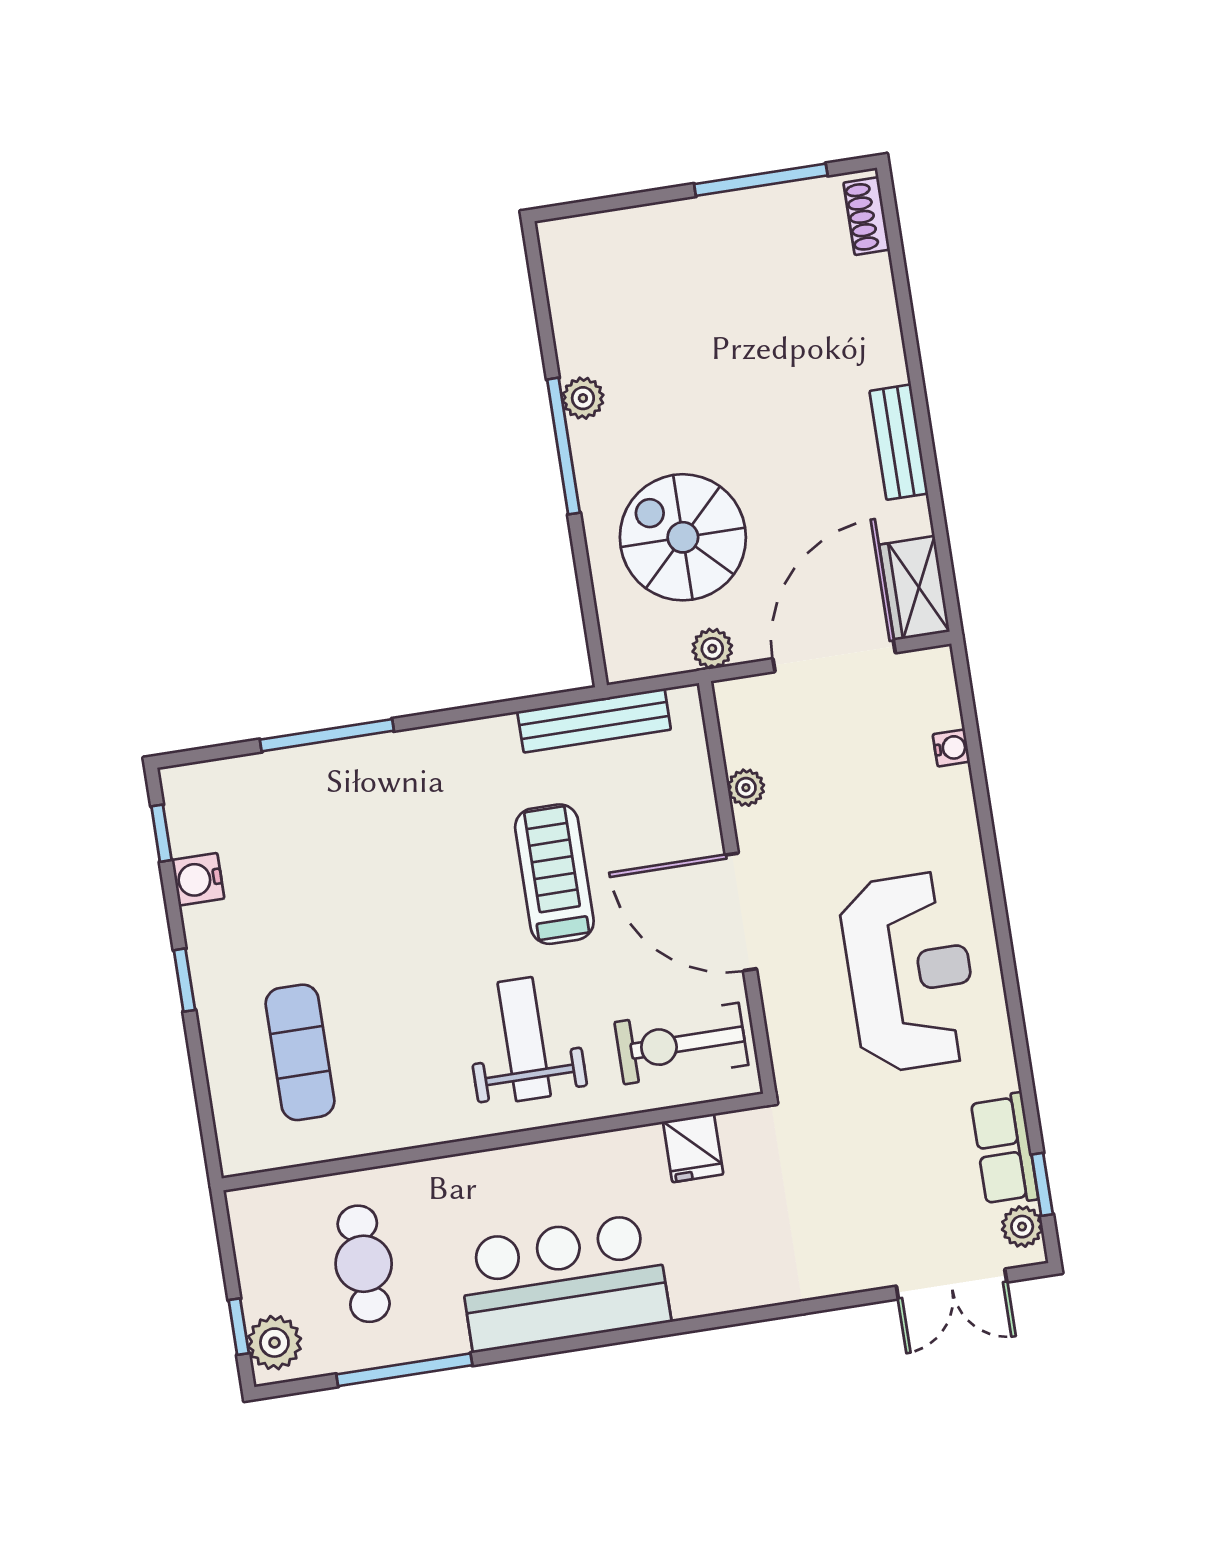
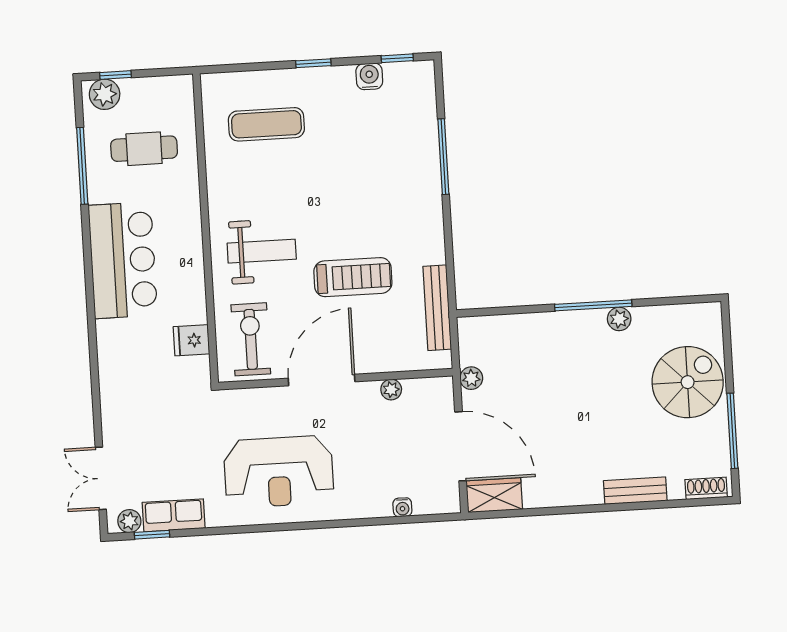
bench: (899, 442) -> (635, 491), moved
spiral stairs: (683, 537) -> (688, 382), moved

